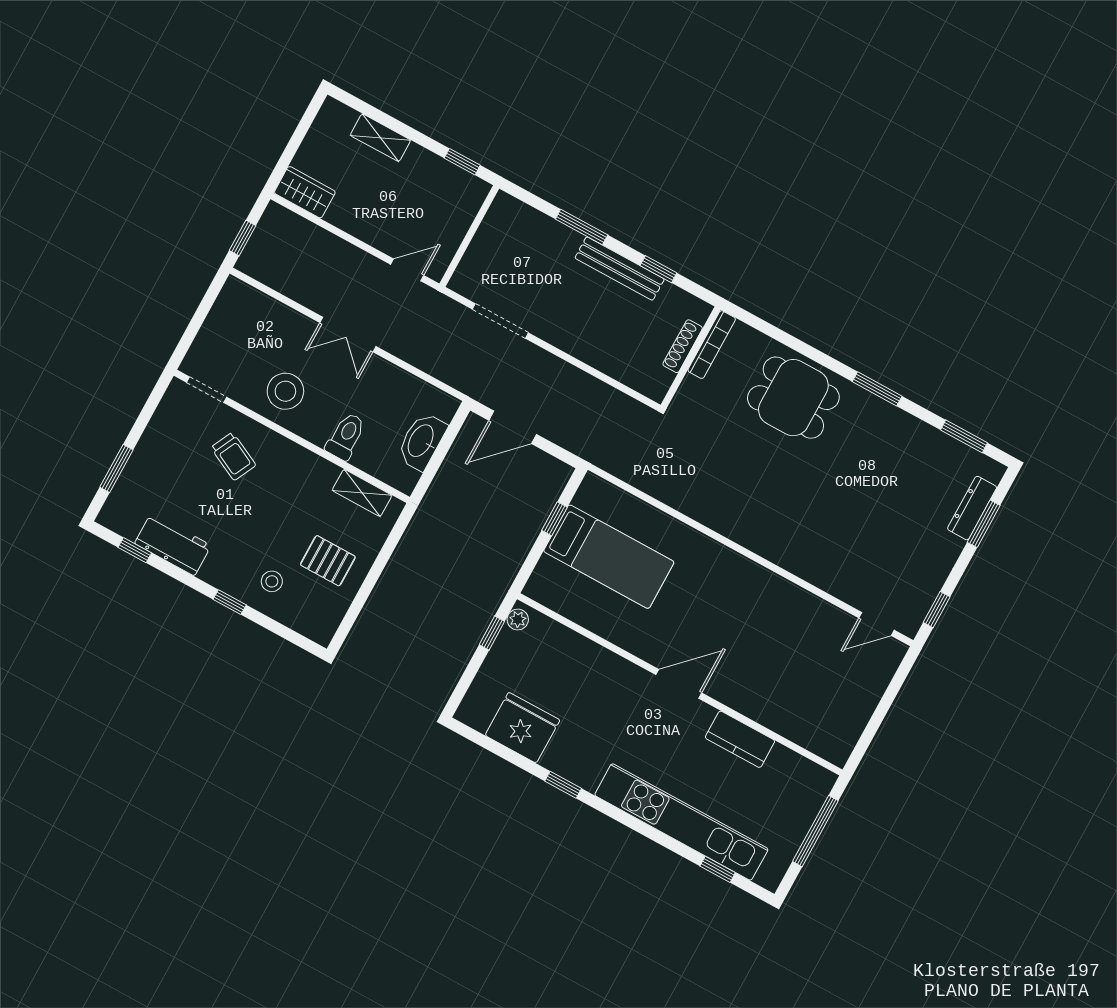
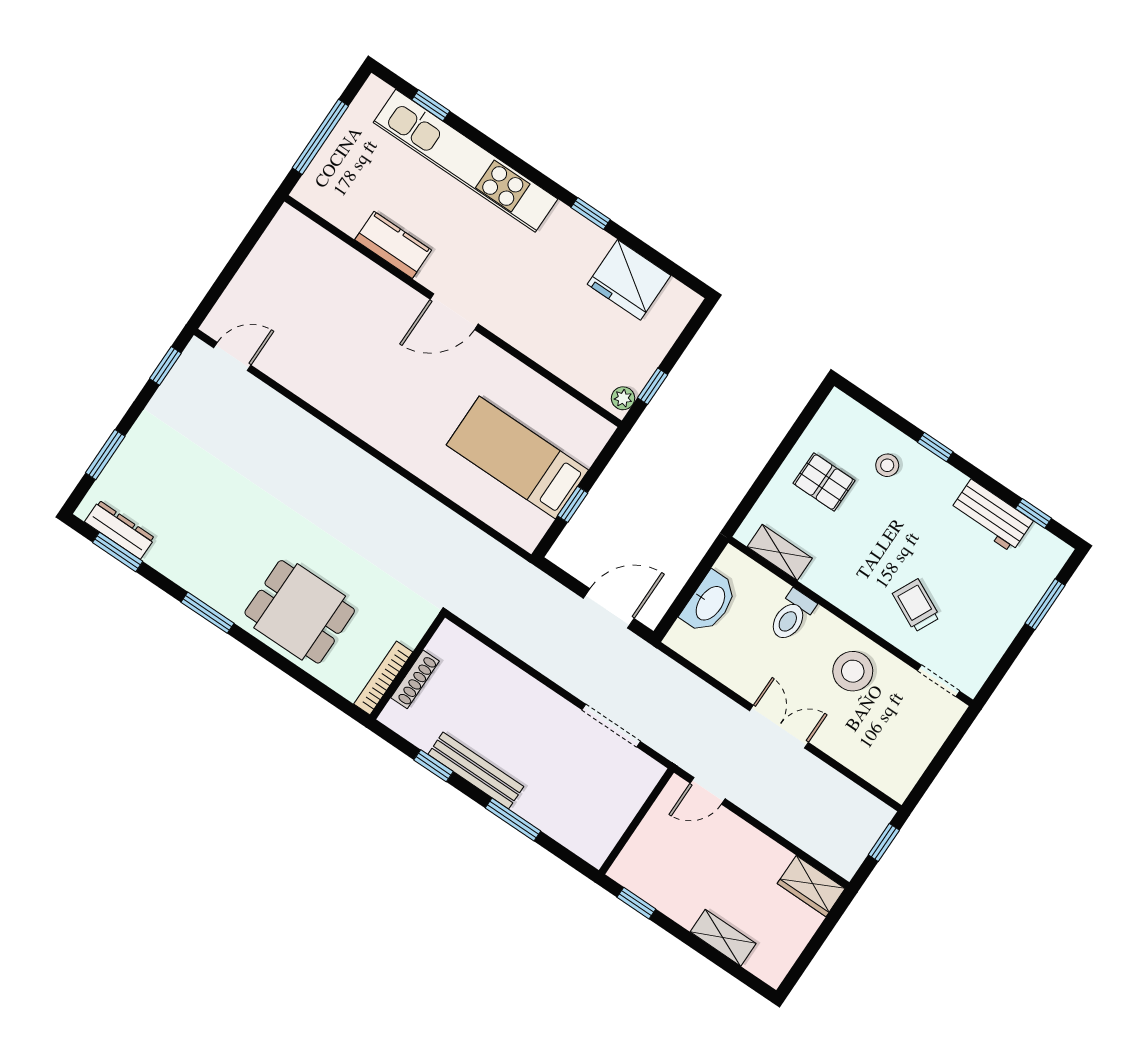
dresser: (972, 508) -> (120, 530), moved, turned -90

